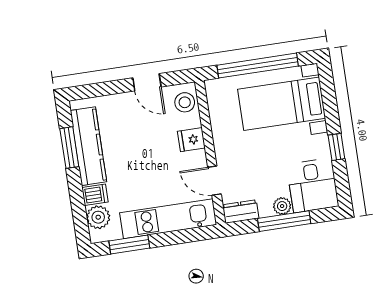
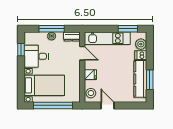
window: (336, 147) -> (21, 50), moved
desk: (313, 185) -> (36, 56), moved, turned -90

